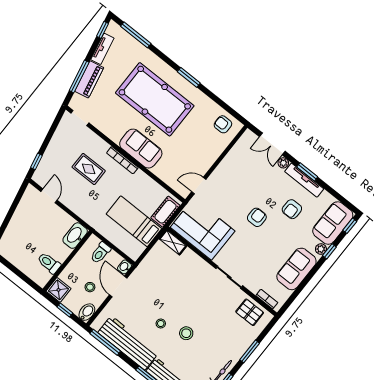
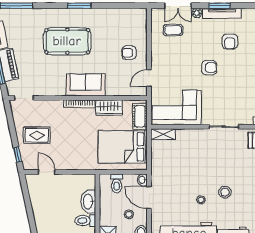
pool table: (155, 99) -> (67, 41), width x0.73, depth x0.76
armchair: (223, 124) -> (129, 53), moved
coffee table: (252, 161) -> (173, 30), added
rug: (89, 169) -> (37, 135), moved
wardrobe: (145, 183) -> (109, 108), added
armchair: (257, 217) -> (209, 68), turned 90
bed: (134, 221) -> (123, 147), width x1.50
washbasin: (75, 236) -> (88, 202), moved

